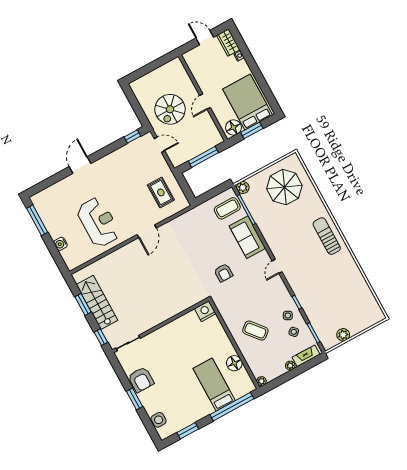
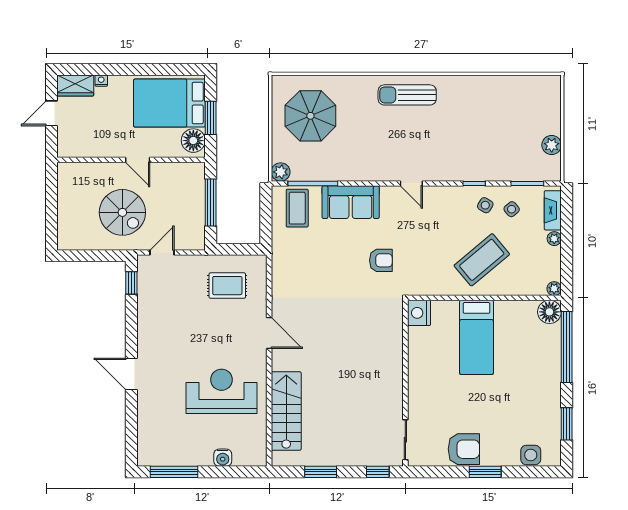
stairs: (97, 302) -> (286, 411), moved, turned 90
coffee table: (255, 331) -> (482, 260), width x1.36, depth x1.32
floor lamp: (234, 363) -> (549, 312), moved
bed: (214, 385) -> (476, 337), moved, turned -90

